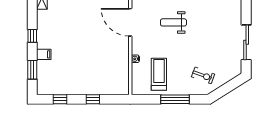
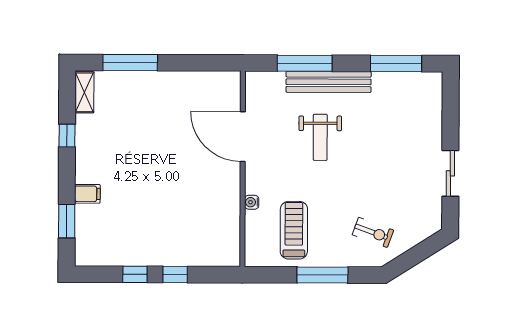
weight bench: (173, 22) -> (320, 137), turned -90
window: (32, 36) -> (67, 136), moved
sliding door: (246, 42) -> (450, 173), width x0.73
window: (60, 99) -> (135, 274), moved

